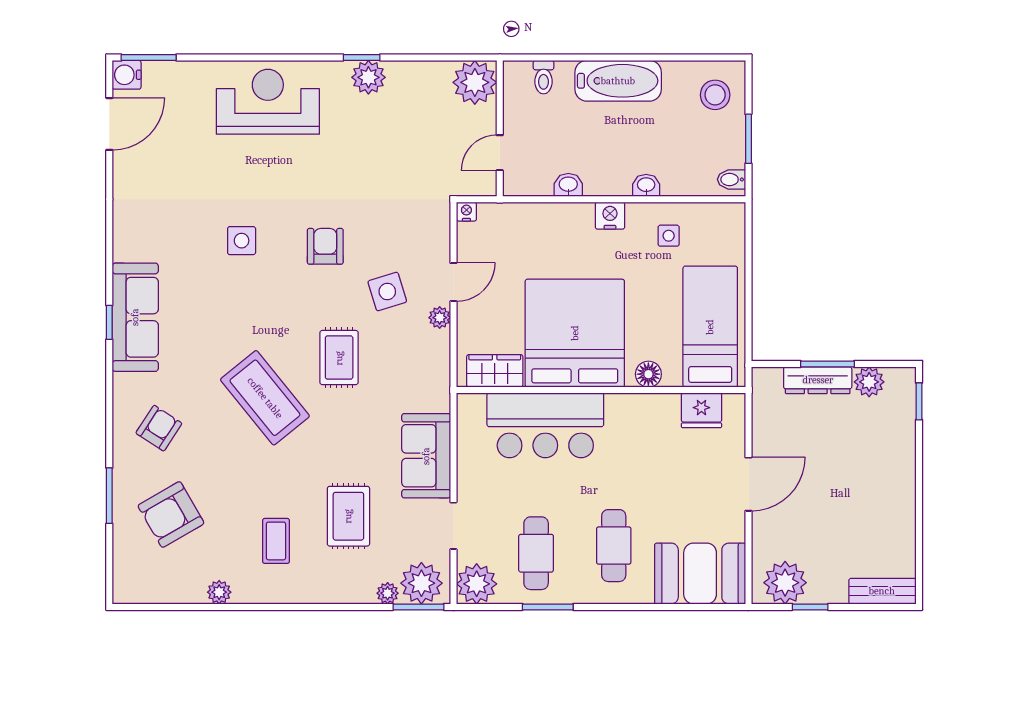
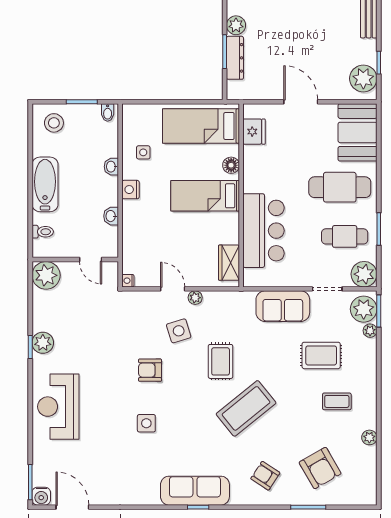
bed: (575, 333) -> (205, 196), width x0.49
rug: (339, 358) -> (221, 361), turned 90
cafe table: (614, 546) -> (340, 187), width x1.37, depth x1.35

